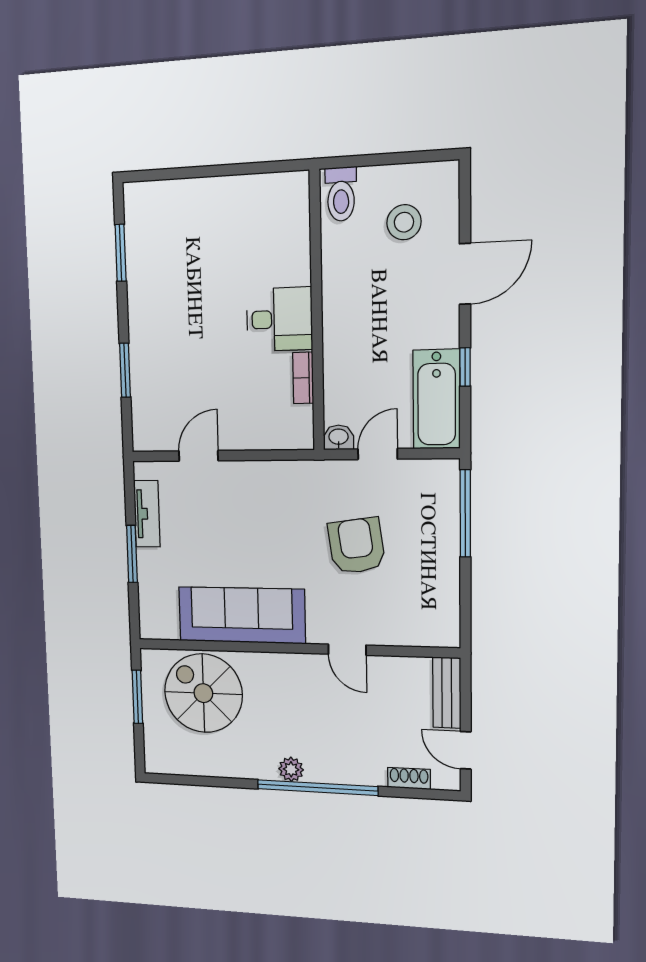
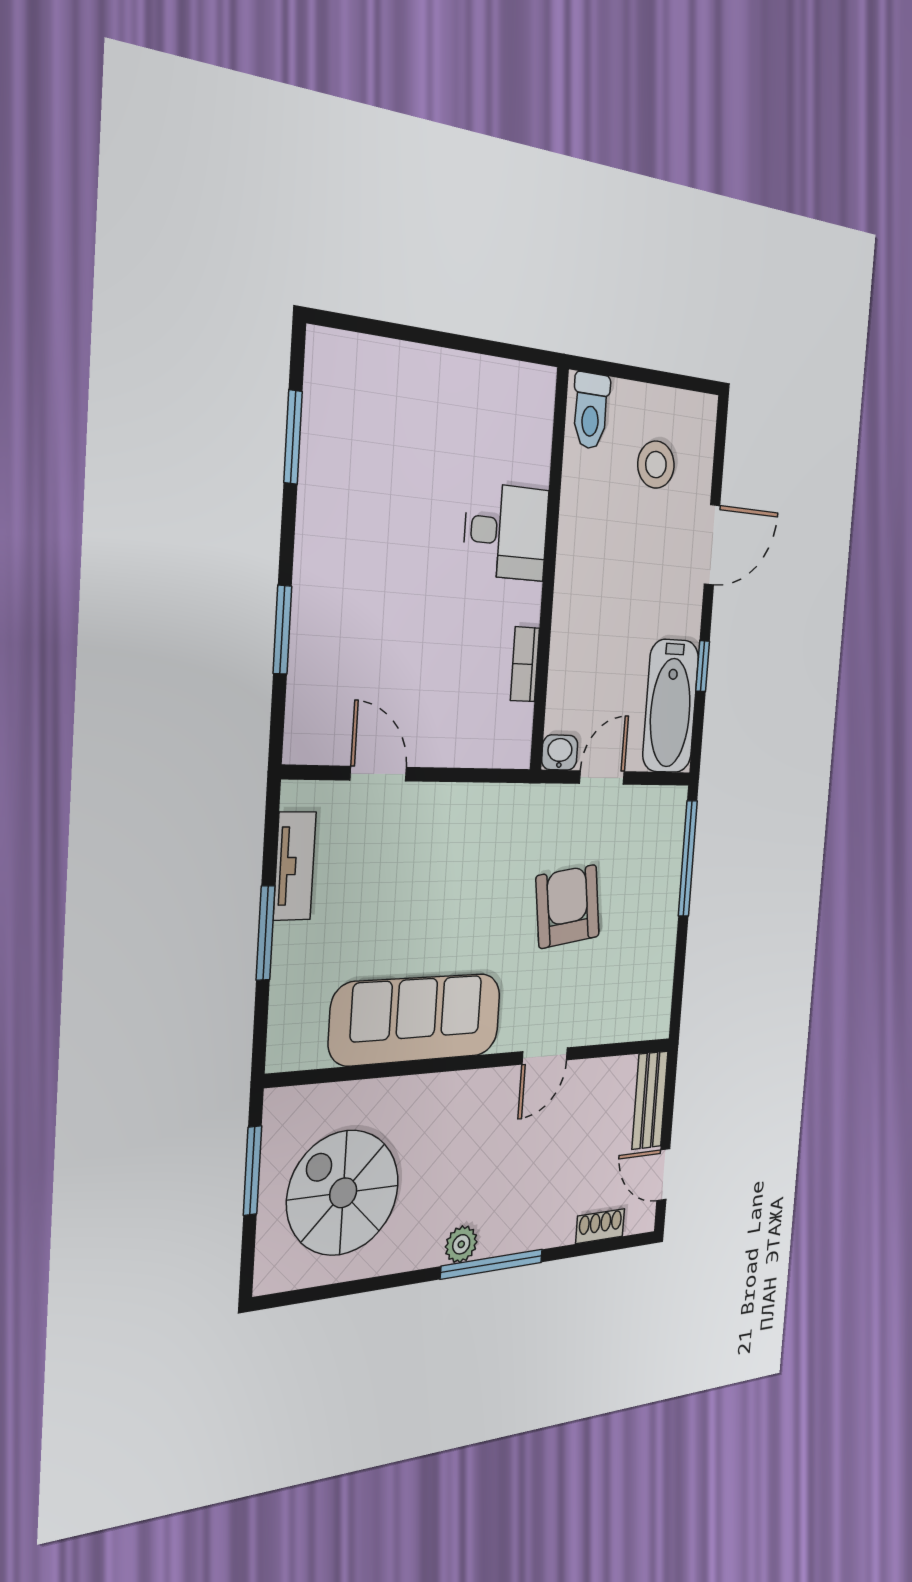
desk: (279, 319) -> (506, 532), moved
door: (198, 456) -> (378, 774), hinge flipped
door: (347, 650) -> (545, 1056), hinge flipped
spiral stairs: (203, 693) -> (343, 1193), moved
window: (317, 788) -> (492, 1264), width x0.68

